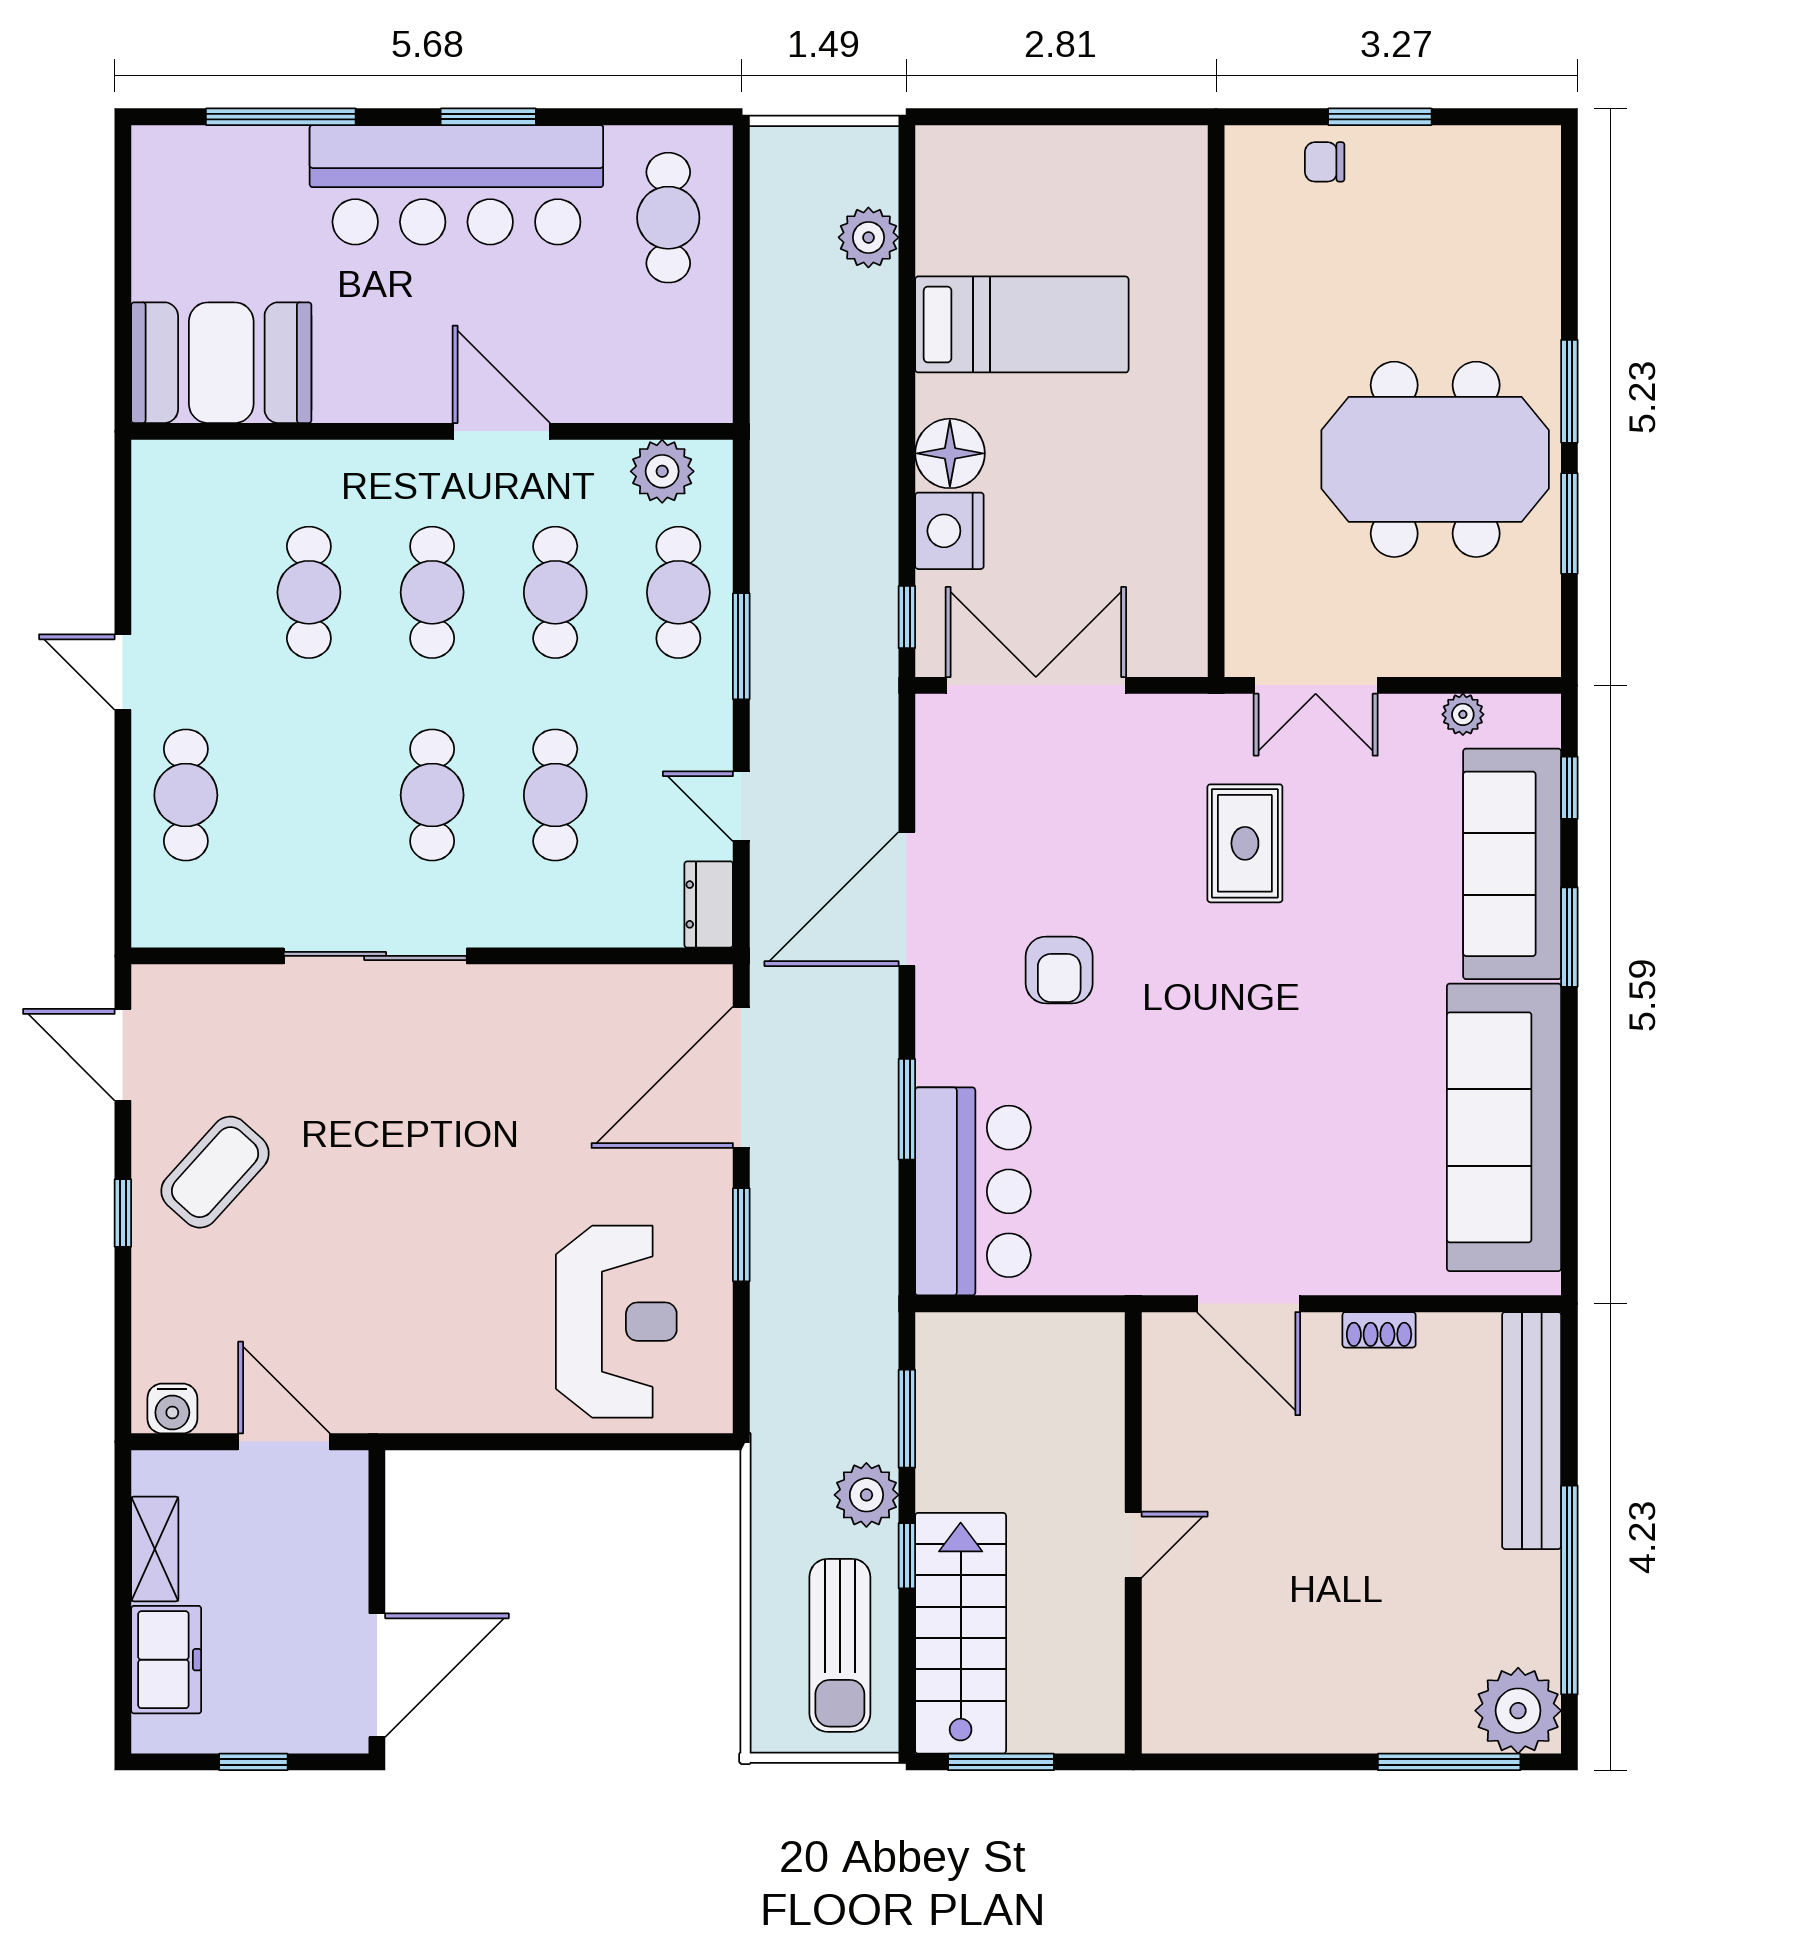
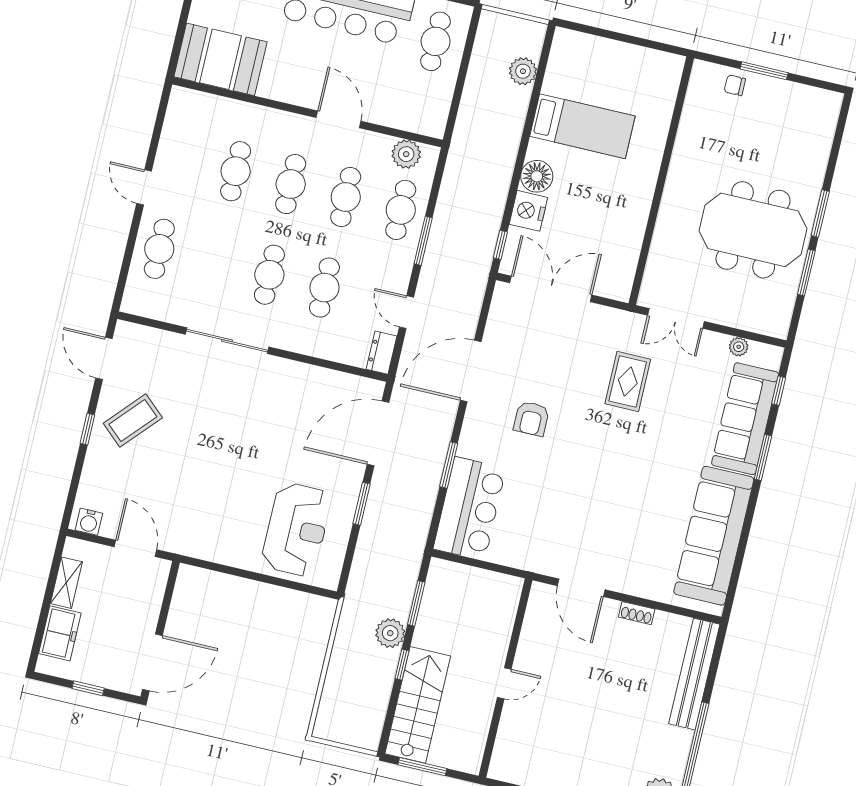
sun lounger: (840, 1645) -> (363, 698), removed

